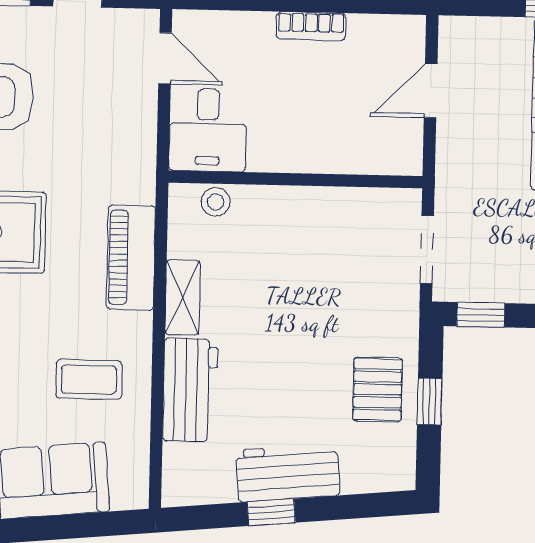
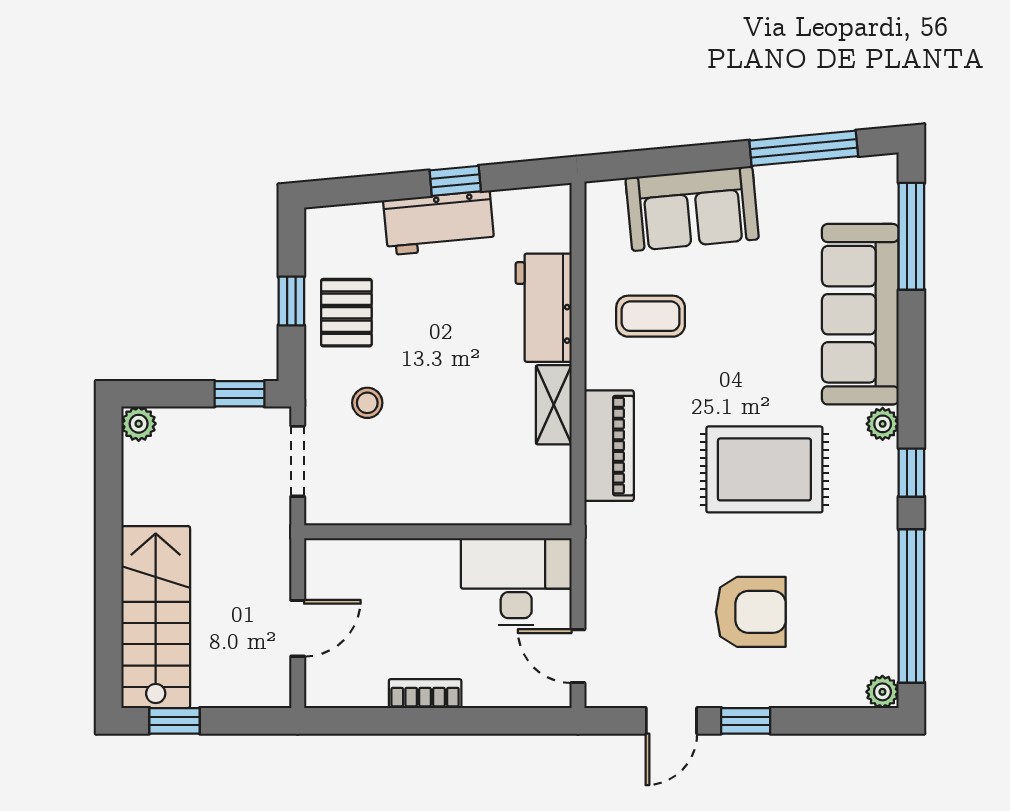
desk: (208, 130) -> (516, 582), width x1.37
stool: (216, 202) -> (367, 403), moved

